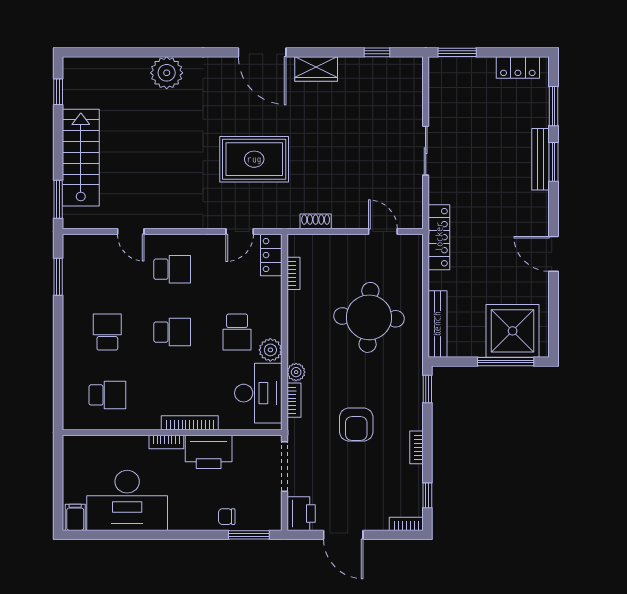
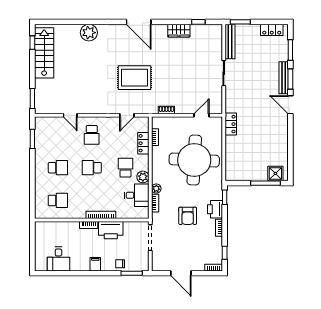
wardrobe: (316, 69) -> (179, 31), moved
stairs: (81, 158) -> (44, 53), moved
door: (383, 232) -> (202, 115), hinge flipped
locker: (439, 237) -> (231, 124), width x0.66
door: (553, 254) -> (290, 105), moved
locker: (271, 255) -> (143, 143), moved
school desk: (172, 269) -> (92, 135), turned 90
round table: (369, 317) -> (194, 160), width x1.36, depth x1.36
bench: (437, 324) -> (230, 42), moved
shower: (513, 331) -> (275, 173), width x0.54, depth x0.54
school desk: (107, 332) -> (58, 168), turned 90
school desk: (172, 332) -> (92, 168), turned 180
school desk: (237, 332) -> (125, 168), turned 180
desk: (258, 393) -> (137, 195), width x0.73
desk: (127, 500) -> (58, 259), width x0.53, depth x0.77
printer: (301, 514) -> (215, 209), moved, turned 180
filing cabinet: (75, 517) -> (95, 264), moved

